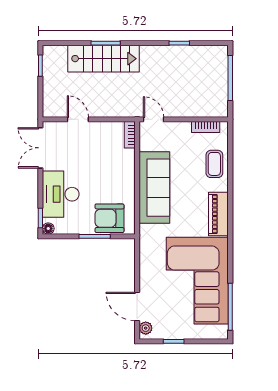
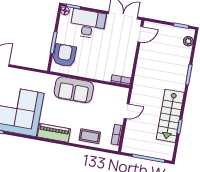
plant: (60, 52) -> (188, 41), added
stairs: (104, 59) -> (170, 116), moved
door: (78, 119) -> (140, 34), moved
door: (154, 119) -> (127, 111), moved
sofa: (154, 188) -> (74, 90), width x0.73

